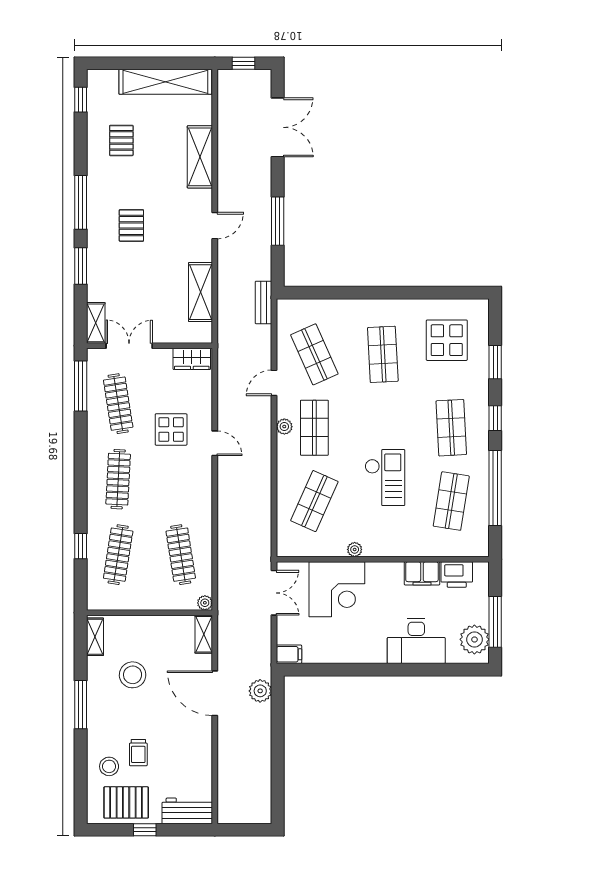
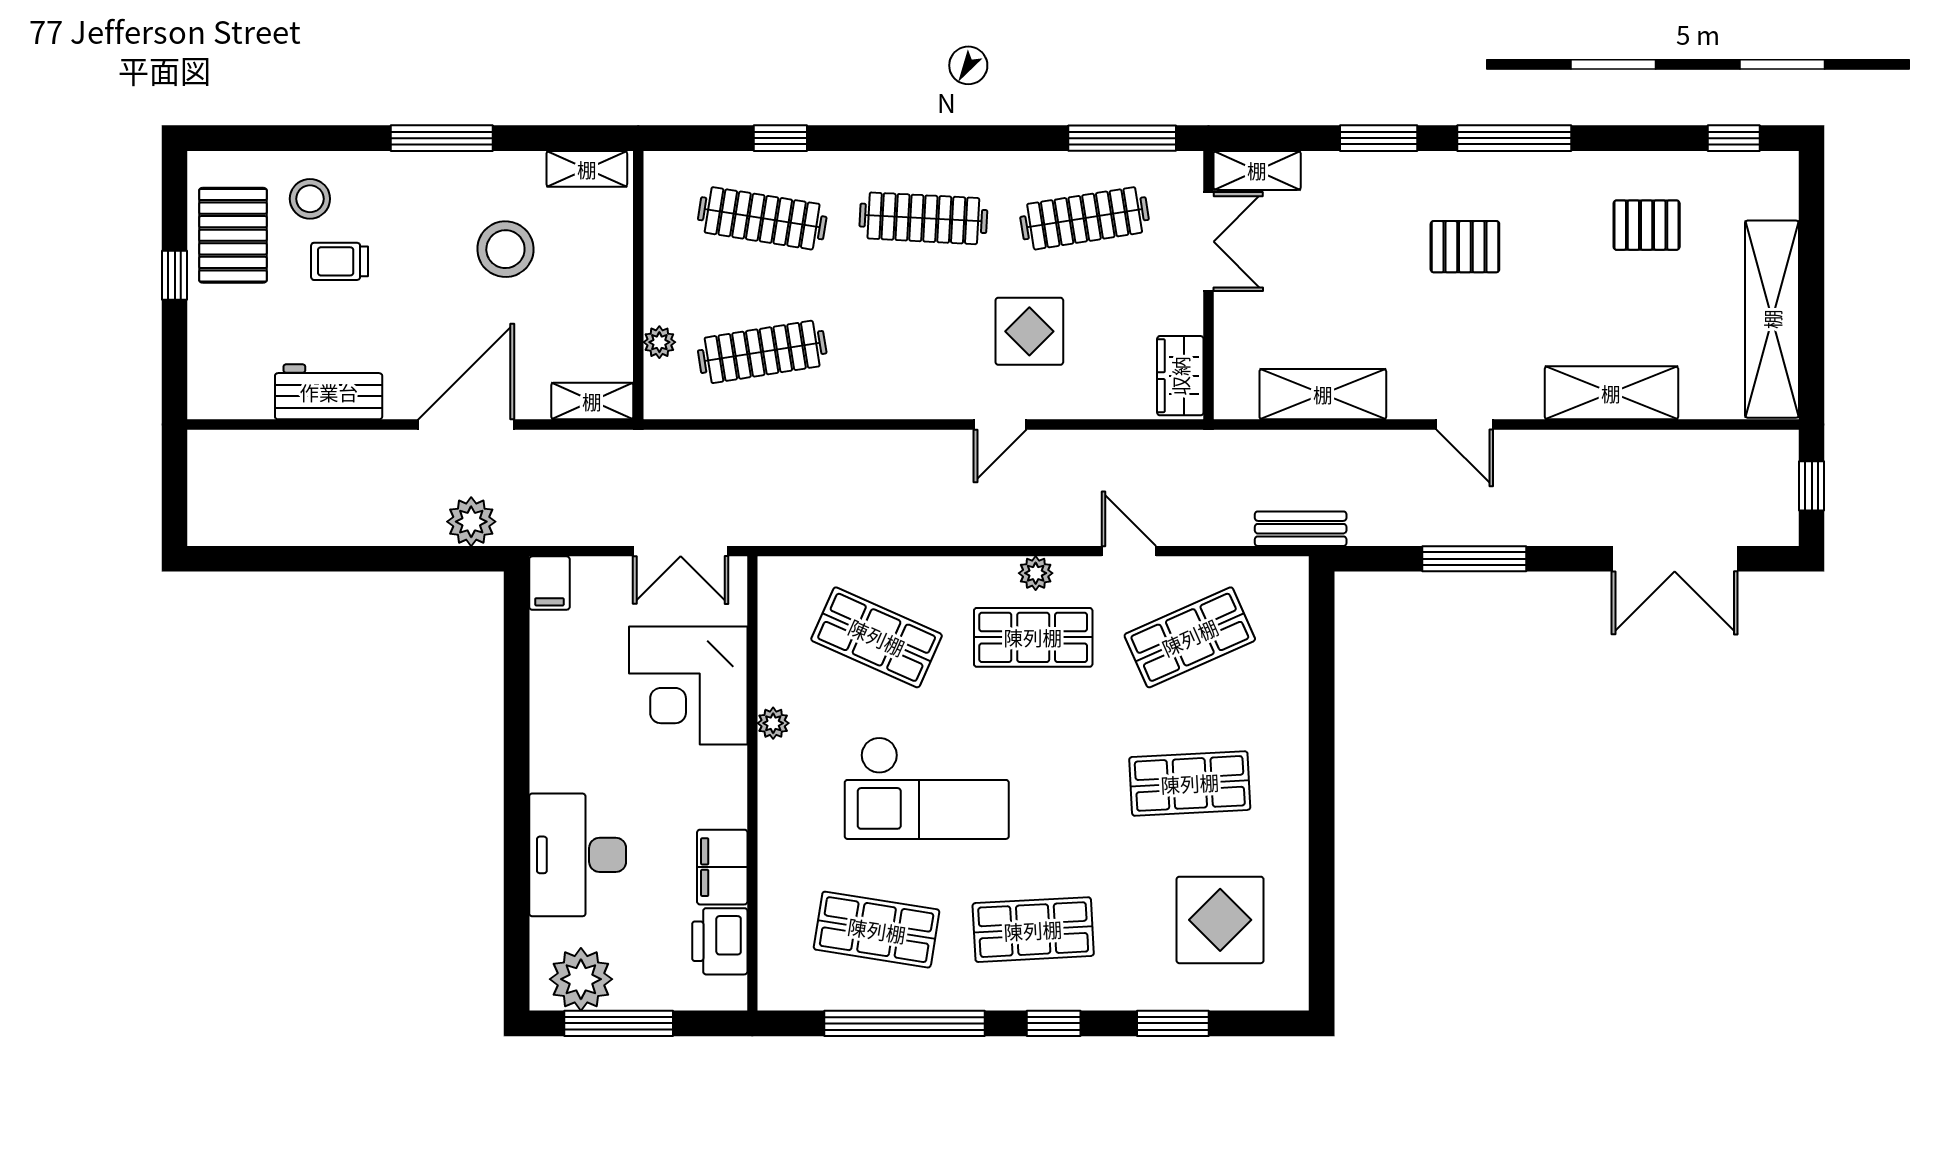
checkout: (385, 478) -> (927, 788), width x1.36, depth x1.21
plant: (205, 603) -> (659, 342), moved
workbench: (187, 811) -> (329, 392), moved, turned -90

